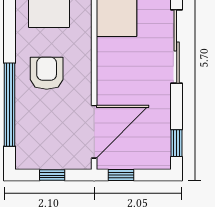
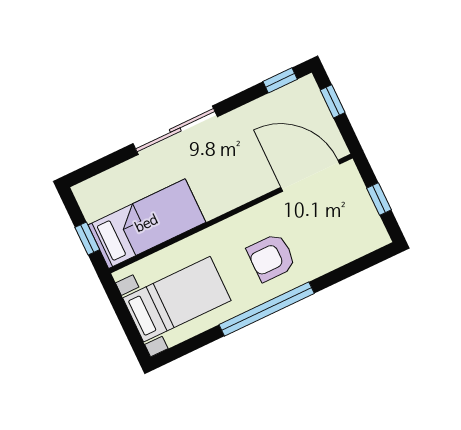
window: (10, 105) -> (267, 309), moved
window: (121, 175) -> (333, 101), moved

